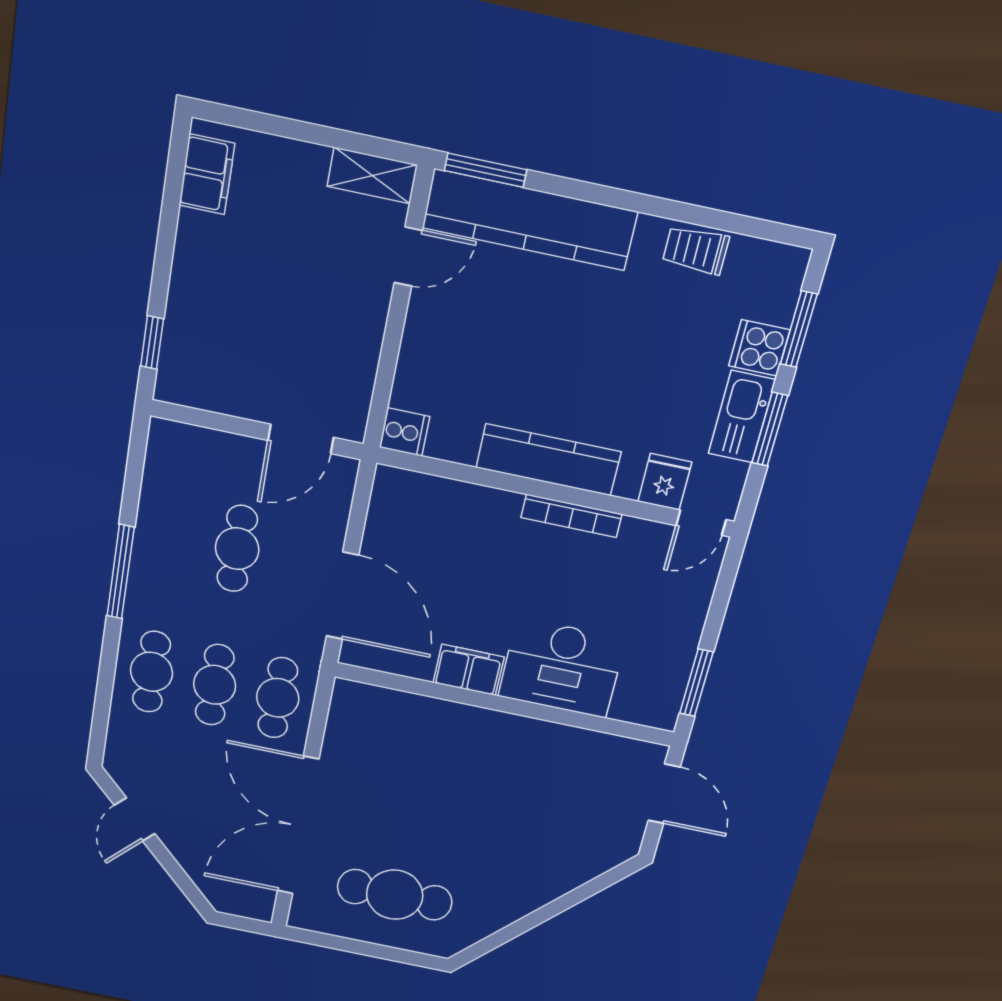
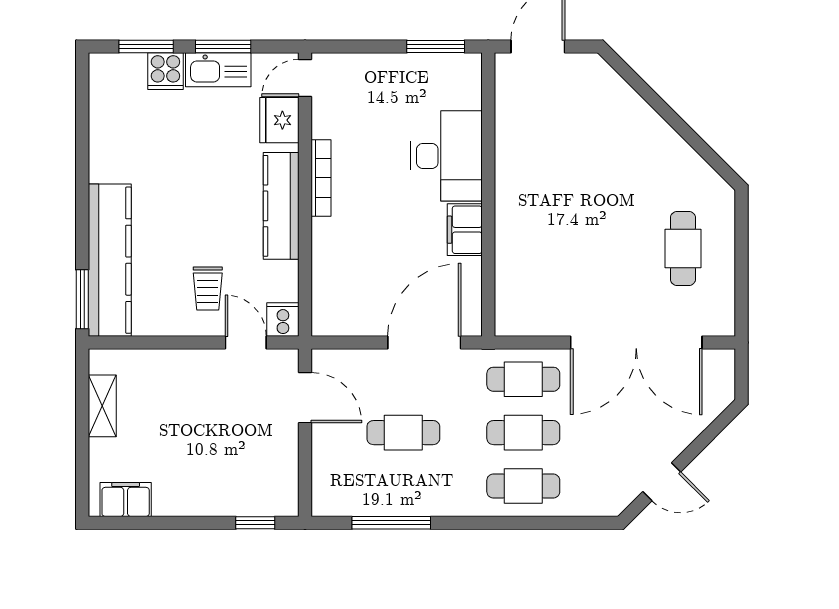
shelving: (372, 176) -> (102, 406), moved
trolley: (696, 250) -> (208, 288), moved
door: (408, 257) -> (246, 343), moved
fridge: (665, 482) -> (279, 120), width x1.38
door: (701, 523) -> (305, 78), swing flipped
window: (121, 572) -> (391, 523), moved
cafe table: (395, 895) -> (683, 248), width x0.73, depth x0.74

